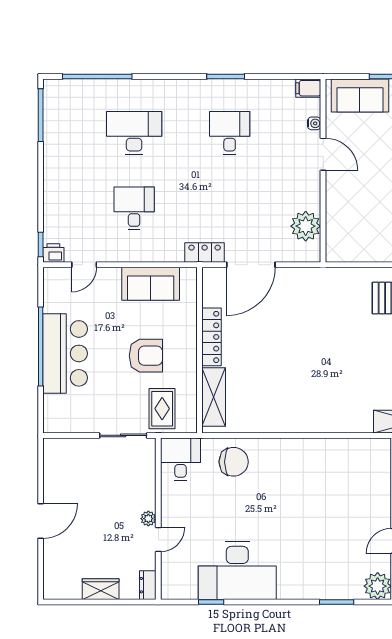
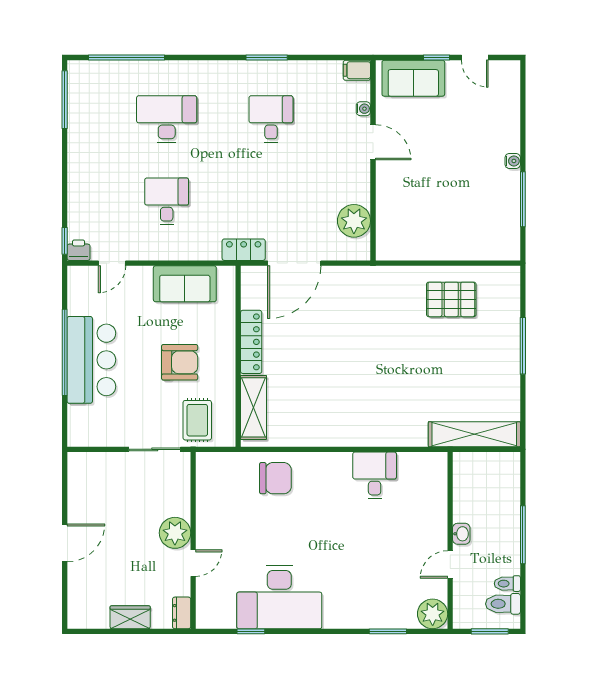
desk: (181, 459) -> (375, 475), moved
plant: (148, 519) -> (175, 533), width x1.88, depth x1.88

